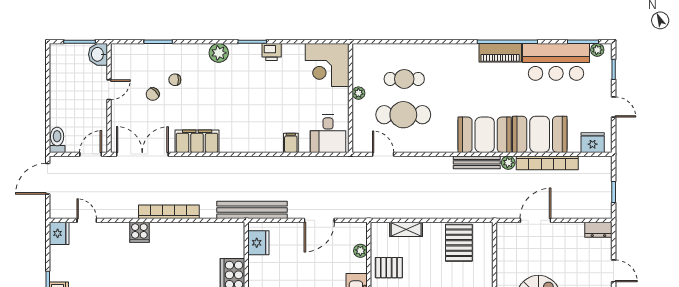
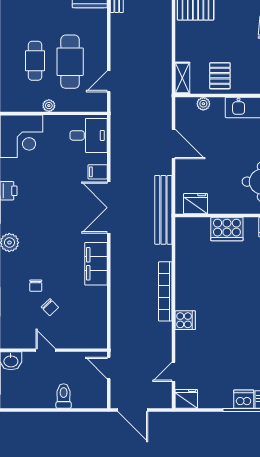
toilet: (57, 140) -> (64, 396), moved, turned 90
double door: (142, 154) -> (109, 208), moved
shelving: (406, 229) -> (182, 78), moved

